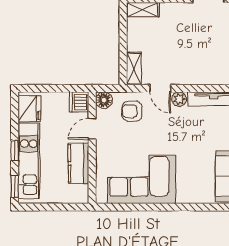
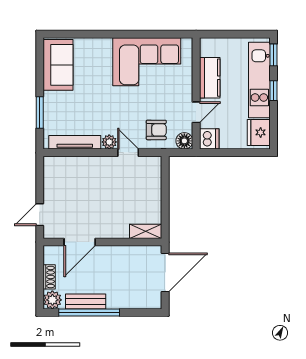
shelving: (134, 68) -> (154, 173), removed

